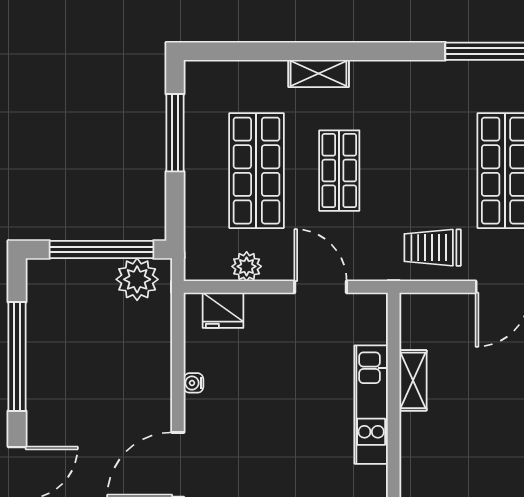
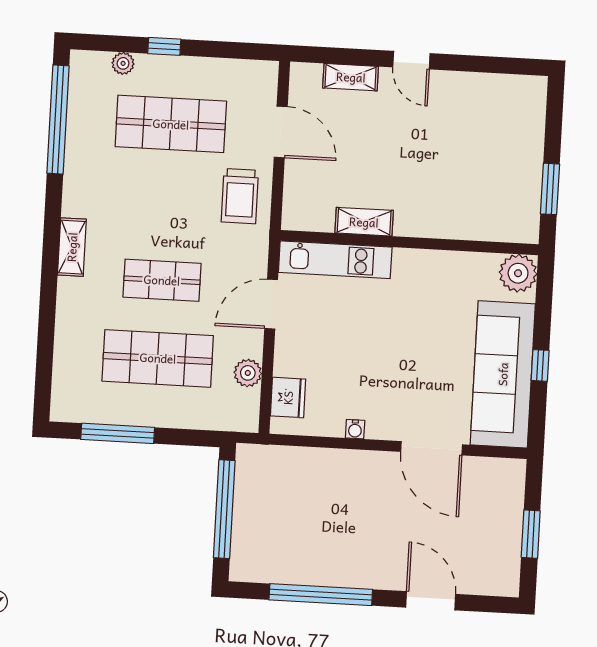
shelving: (319, 73) -> (72, 247), moved
plant: (137, 279) -> (254, 477), removed
kitchen unit: (371, 405) -> (335, 260), moved

